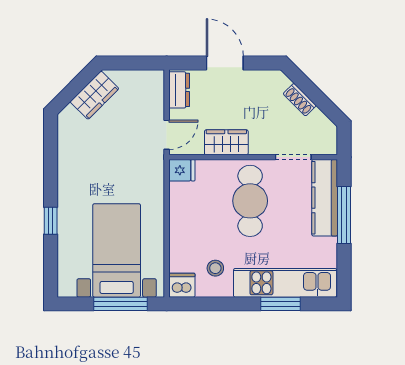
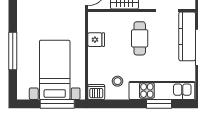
fridge: (182, 170) -> (96, 40), moved
cafe table: (250, 201) -> (140, 38), width x0.73, depth x0.74
window: (51, 221) -> (13, 51), width x2.17

